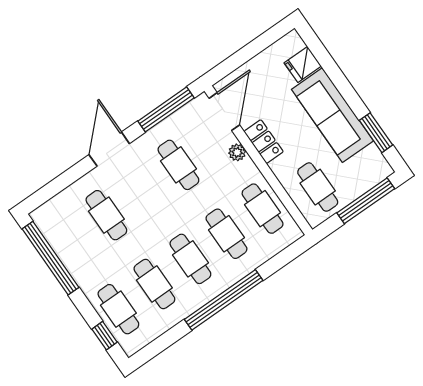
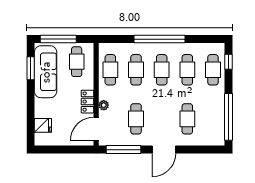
sofa: (332, 115) -> (46, 72), moved

